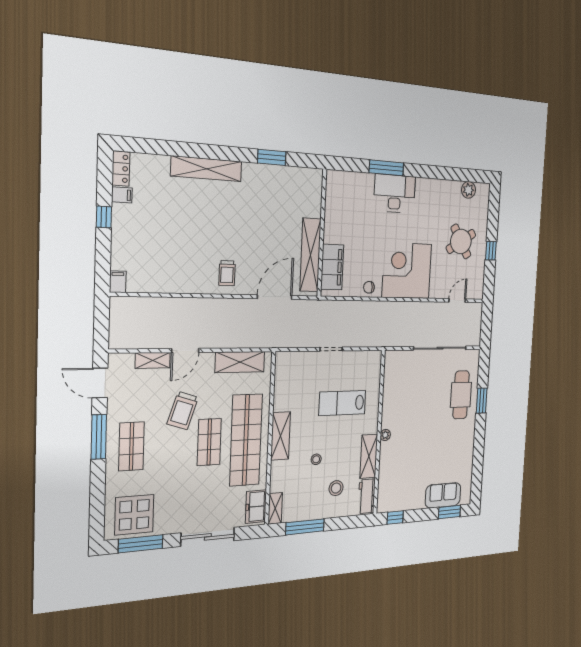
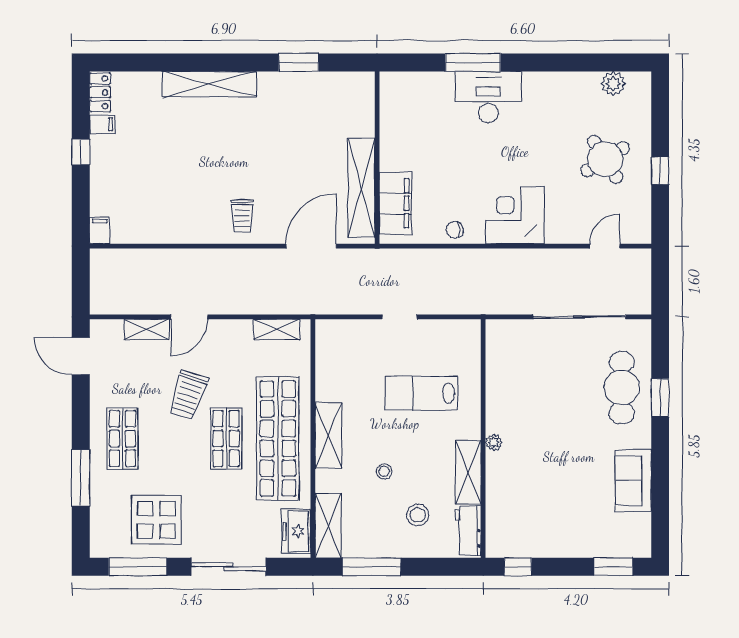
corner desk: (407, 271) -> (515, 215), width x0.74, depth x0.74
shelving: (240, 362) -> (277, 329), width x0.67, depth x0.75
window: (99, 437) -> (81, 478), moved
sofa: (443, 495) -> (633, 481), moved, turned -90
shelving: (275, 508) -> (328, 525), width x1.50, depth x1.33
display table: (134, 515) -> (156, 520), moved

